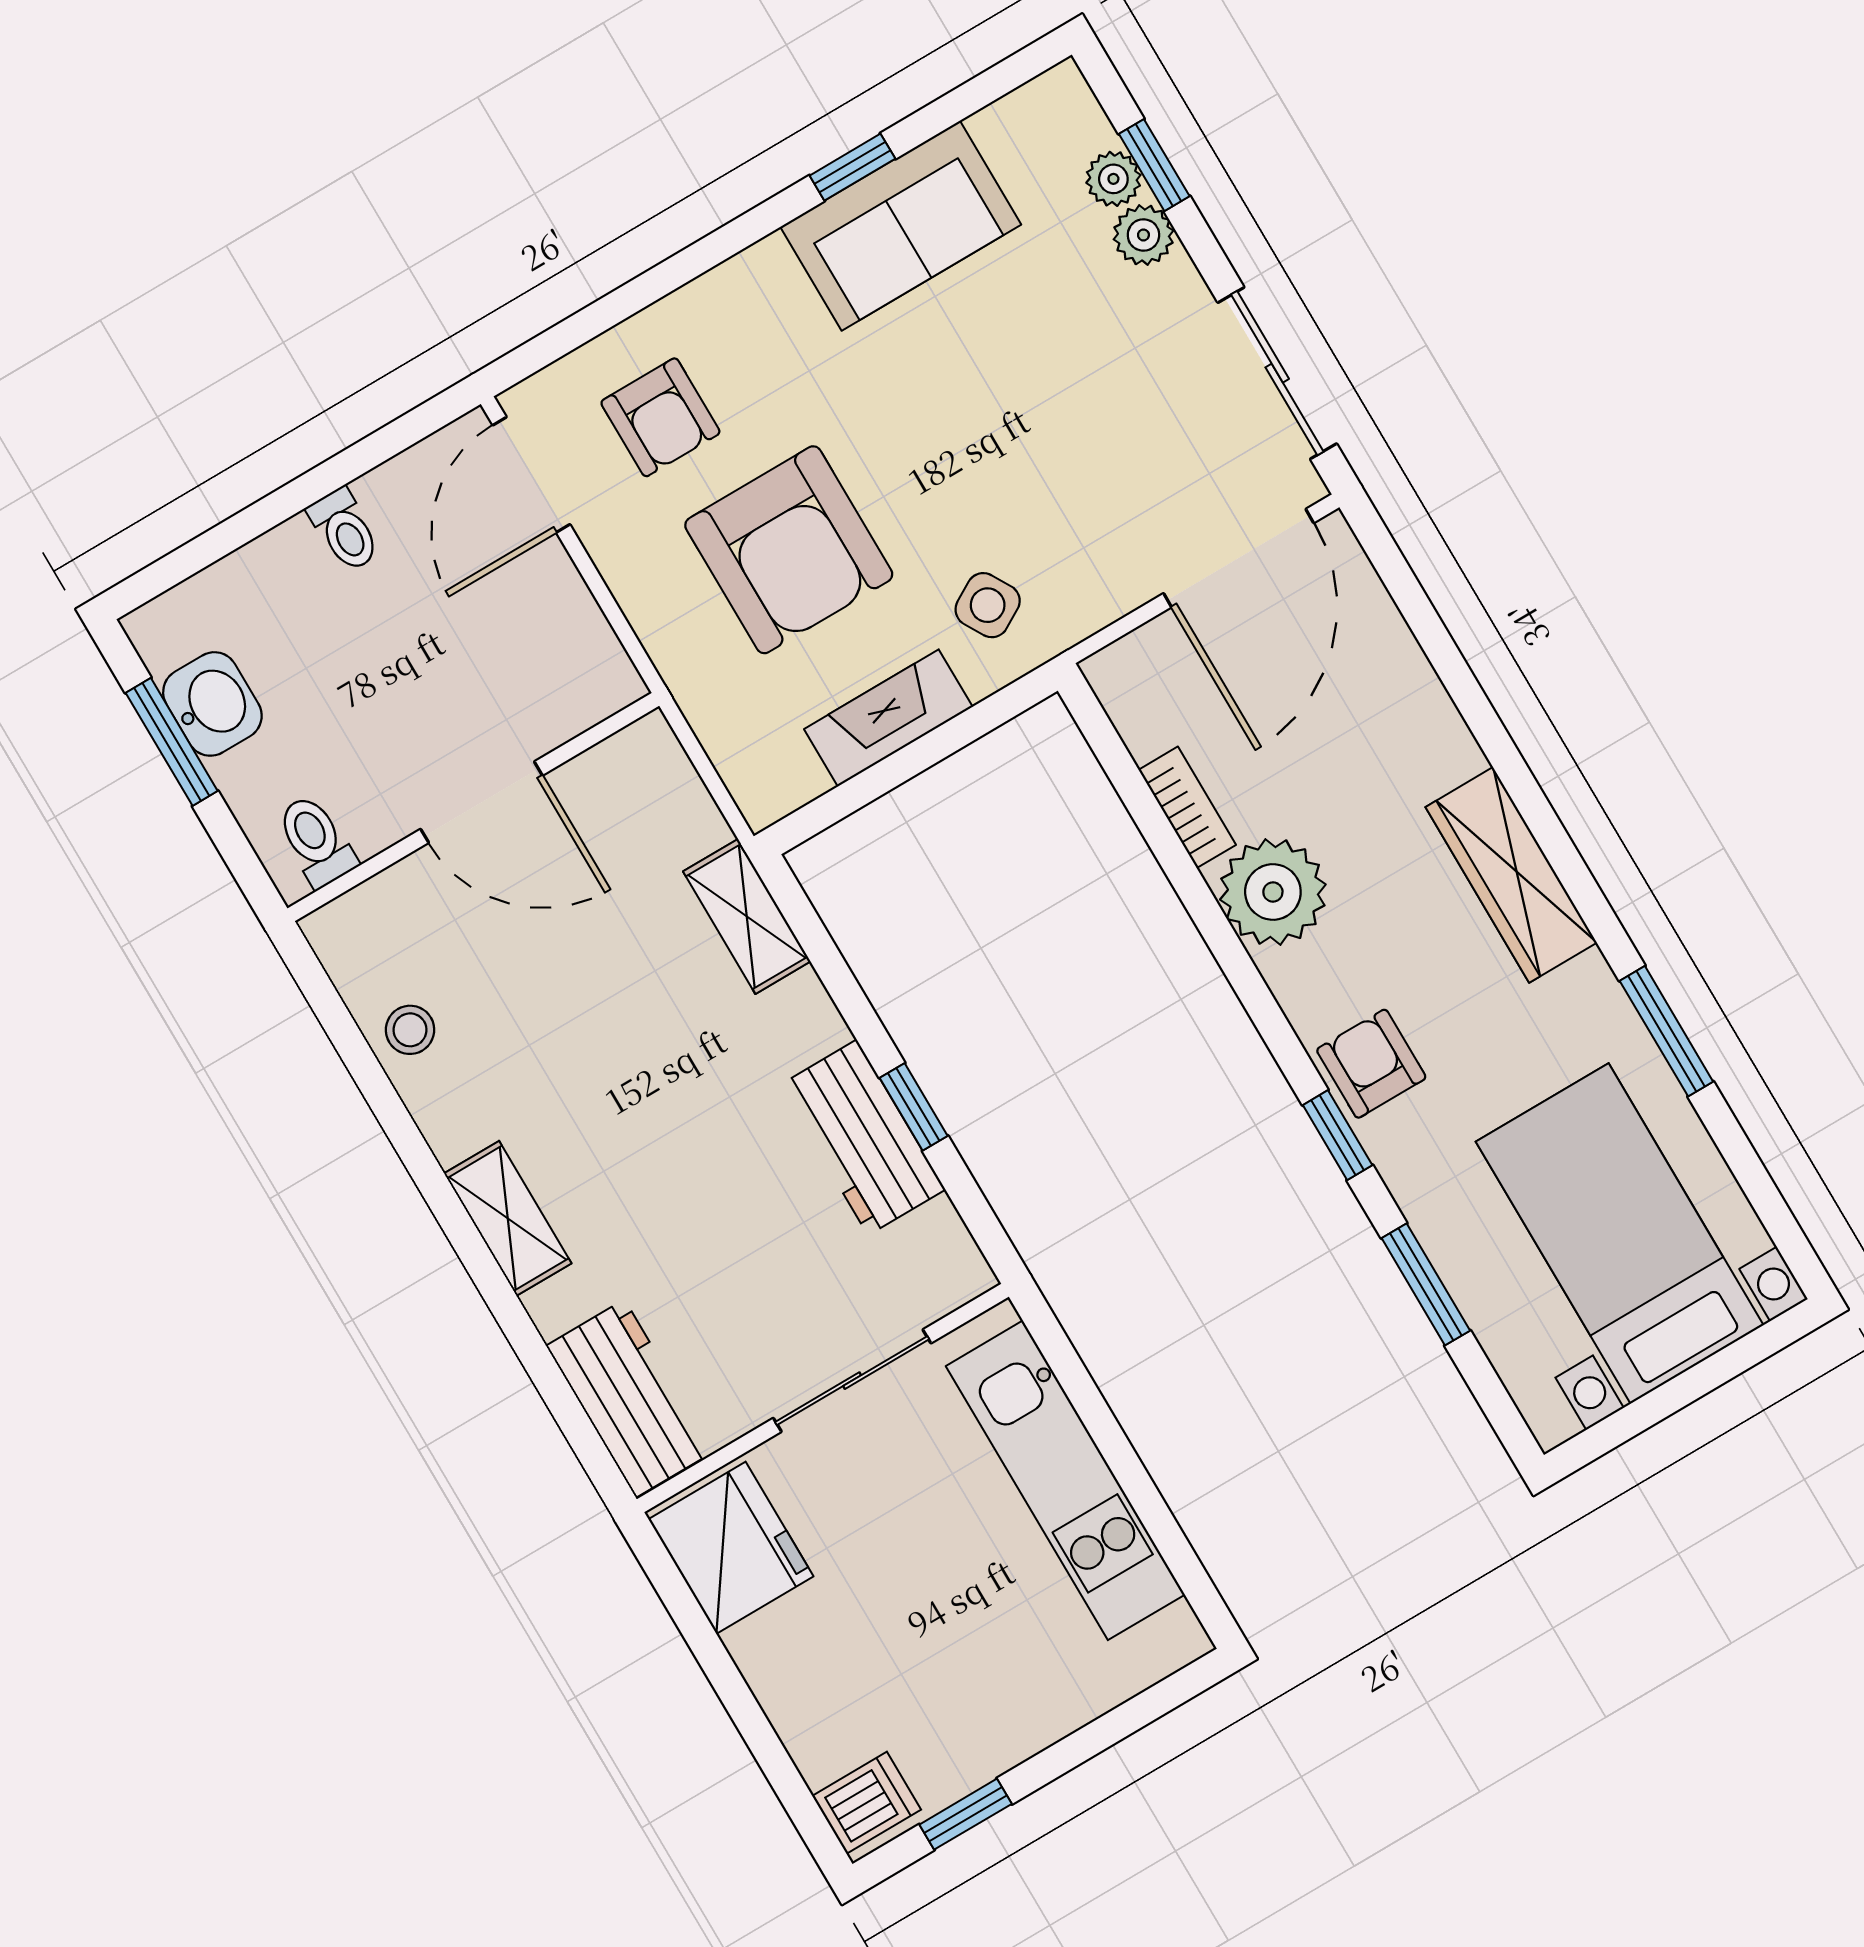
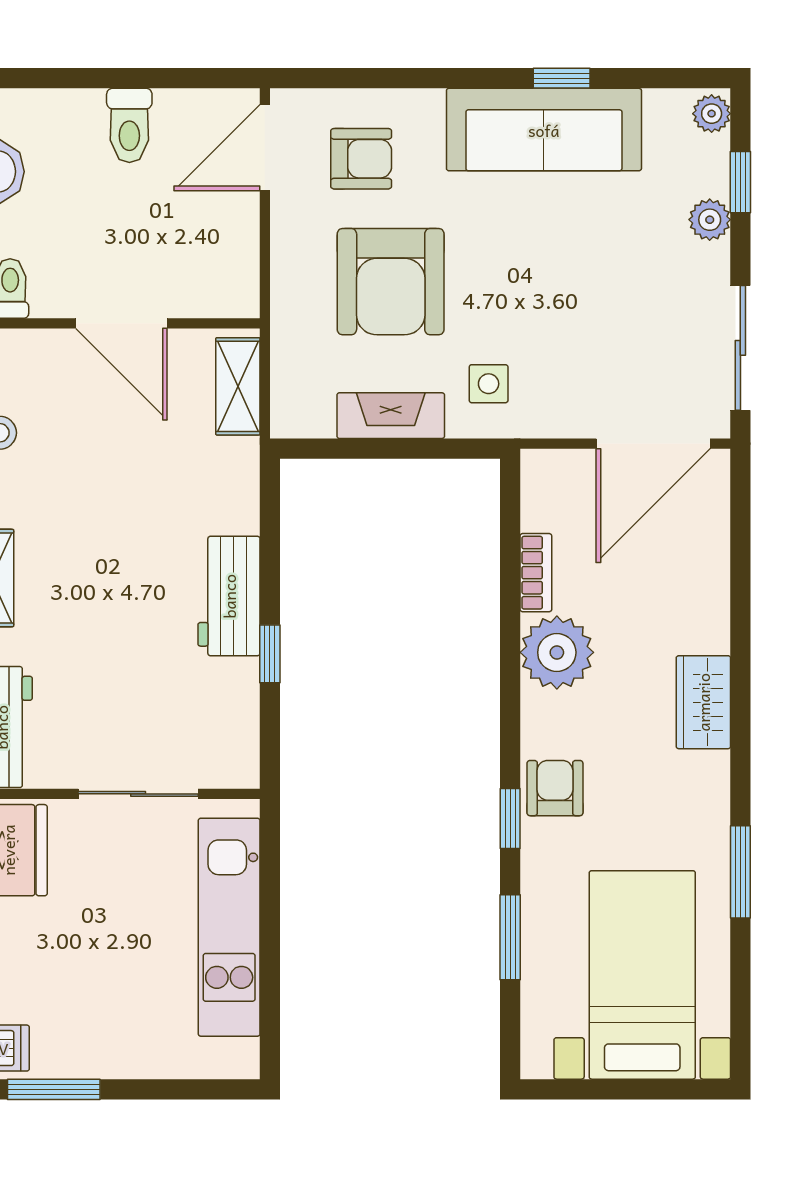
plant: (1113, 179) -> (712, 114), moved
sofa: (901, 226) -> (544, 130), width x1.36
armchair: (660, 417) -> (361, 159), turned -90
toilet: (345, 530) -> (129, 125), width x1.37, depth x1.39
side table: (988, 605) -> (489, 384), turned 30
wardrobe: (1511, 875) -> (703, 702), width x0.67
shelving: (747, 916) -> (238, 386), moved
workbench: (862, 1137) -> (229, 596), moved
window: (966, 1814) -> (54, 1089), width x1.50

